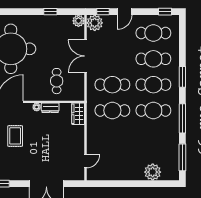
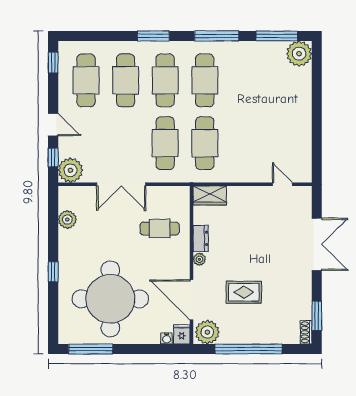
window: (50, 12) -> (53, 272), moved
plant: (78, 21) -> (67, 220), moved
plant: (153, 172) -> (299, 54), moved

